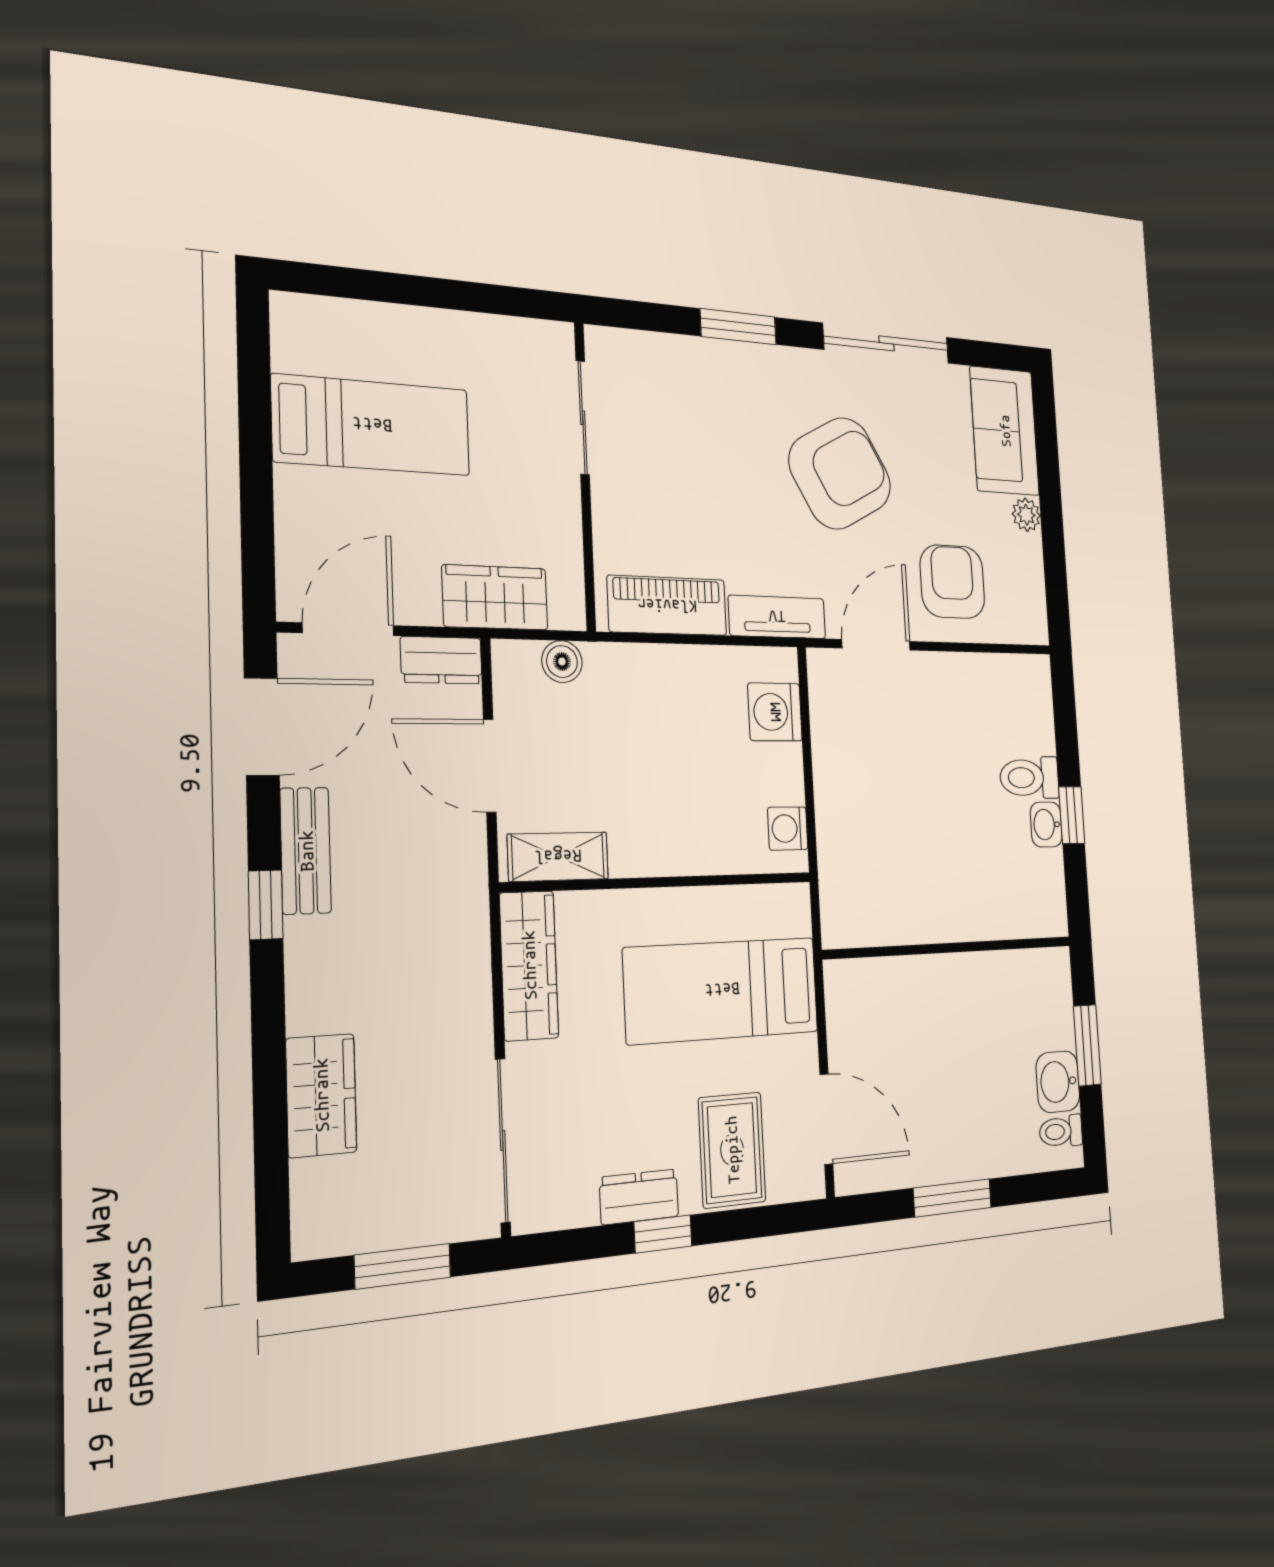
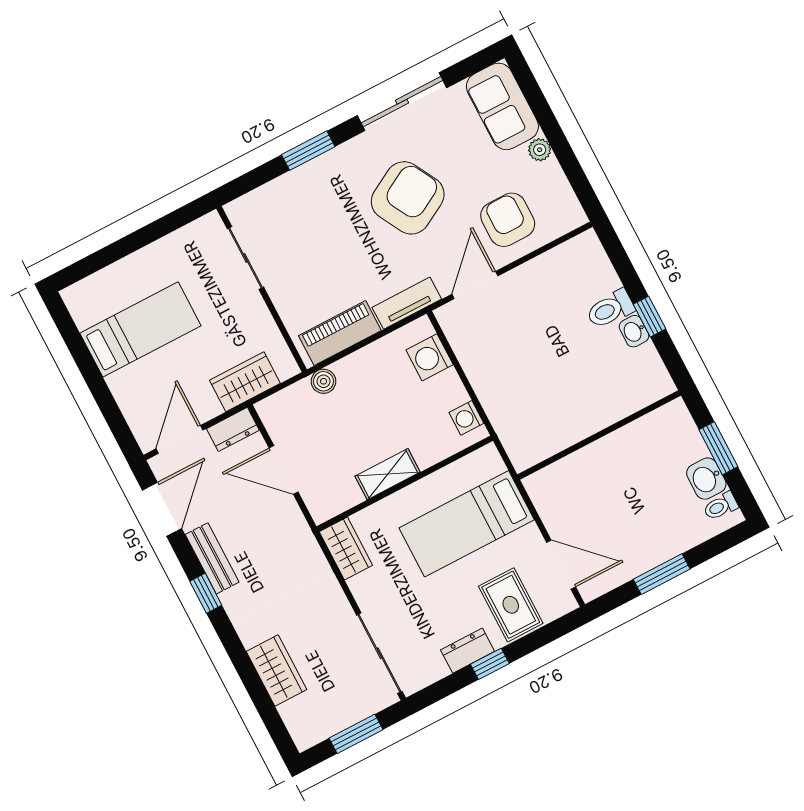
boiler: (562, 662) -> (324, 381), moved
shelving: (558, 857) -> (388, 474), moved
wardrobe: (529, 965) -> (346, 549), width x0.67

